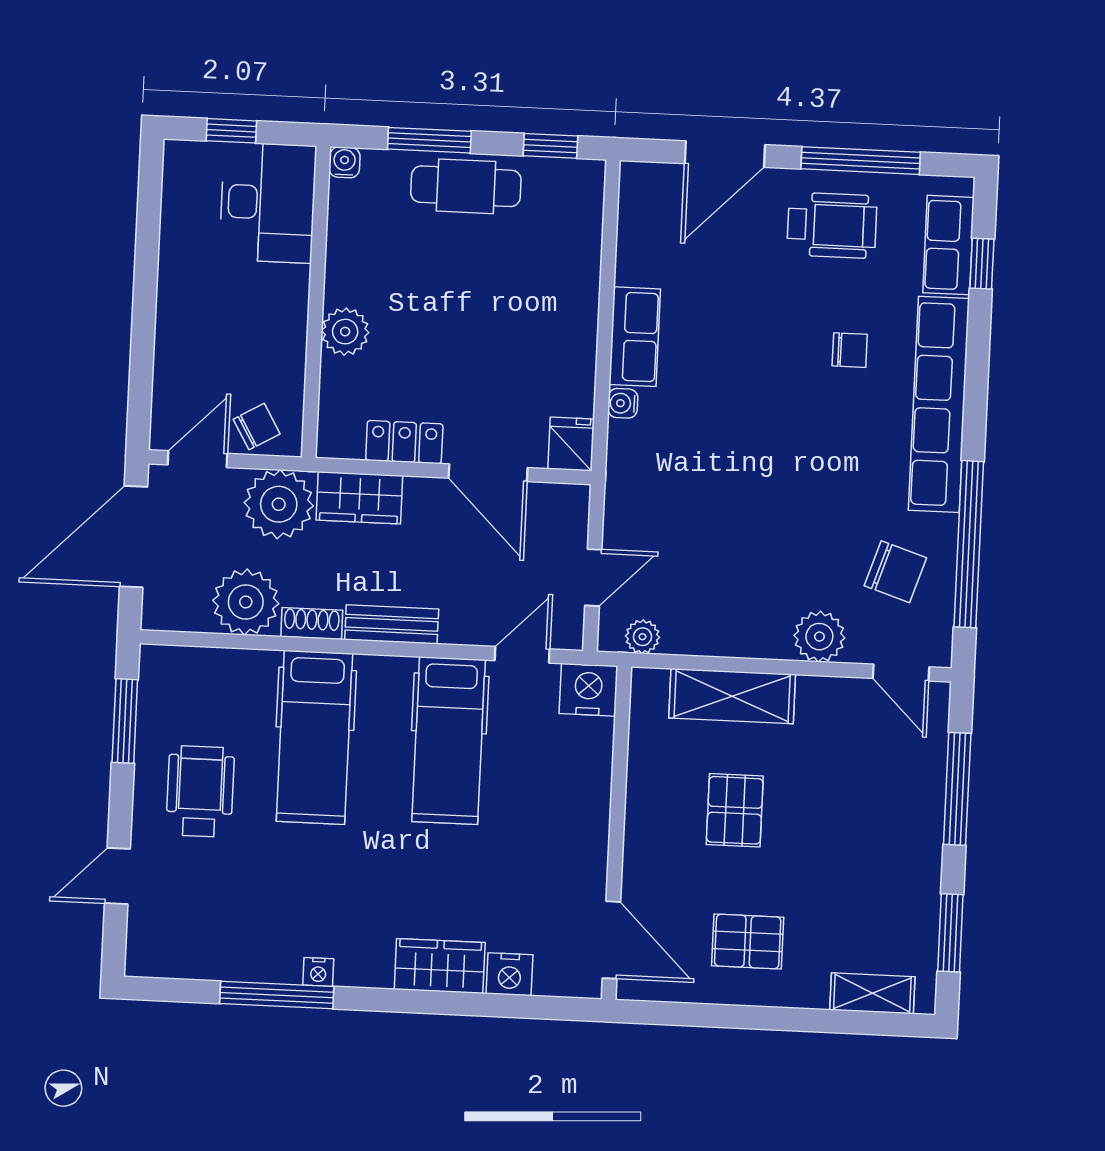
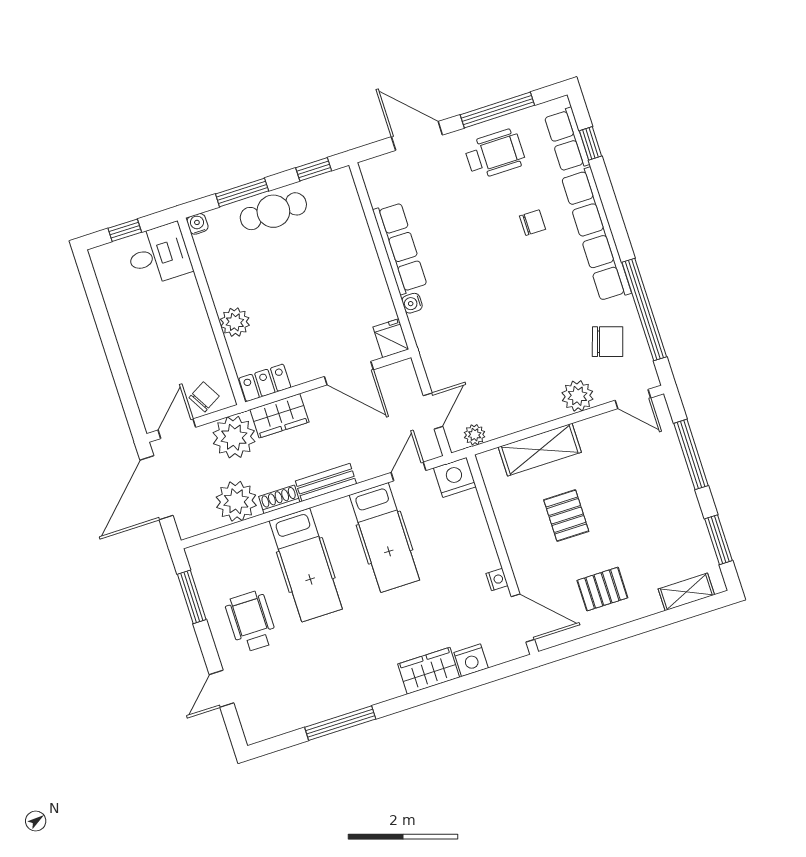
door: (725, 154) -> (417, 136), swing flipped
desk: (268, 203) -> (159, 255), width x0.73
row of seats: (635, 337) -> (400, 248), width x1.48
locker: (404, 442) -> (265, 383), moved
nightstand: (318, 972) -> (497, 579), moved, turned -90

